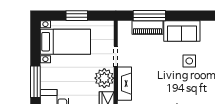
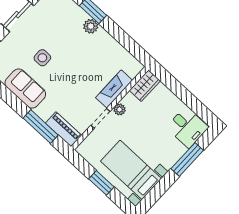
piano: (148, 27) -> (63, 129), moved
plant: (104, 78) -> (120, 109), width x0.53, depth x0.53

